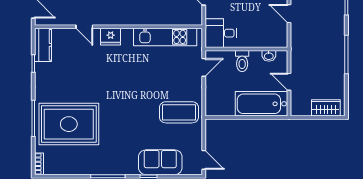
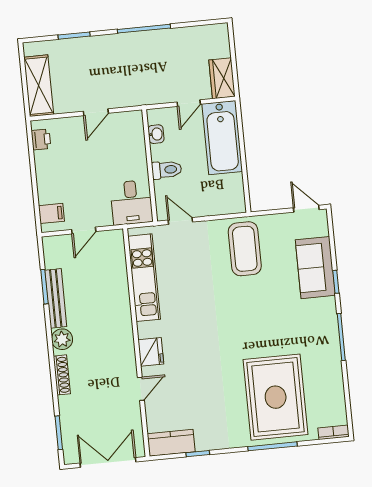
wardrobe: (326, 108) -> (222, 78), moved
door: (204, 160) -> (306, 209), hinge flipped

